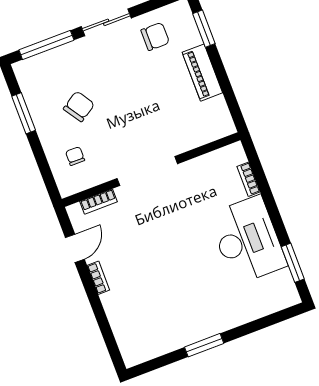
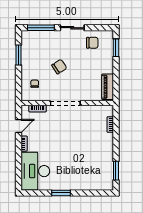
piano: (202, 73) -> (108, 87), moved
chair: (79, 106) -> (59, 67), moved
desk: (248, 240) -> (35, 171), moved, turned 180

